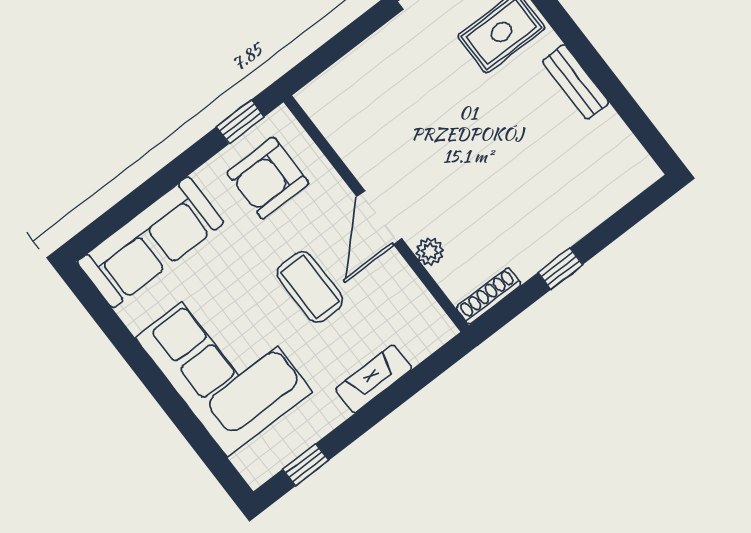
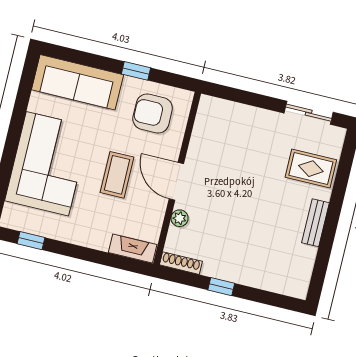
window: (240, 122) -> (136, 71), moved
door: (379, 218) -> (176, 181), hinge flipped
fireplace: (374, 379) -> (133, 249), moved

